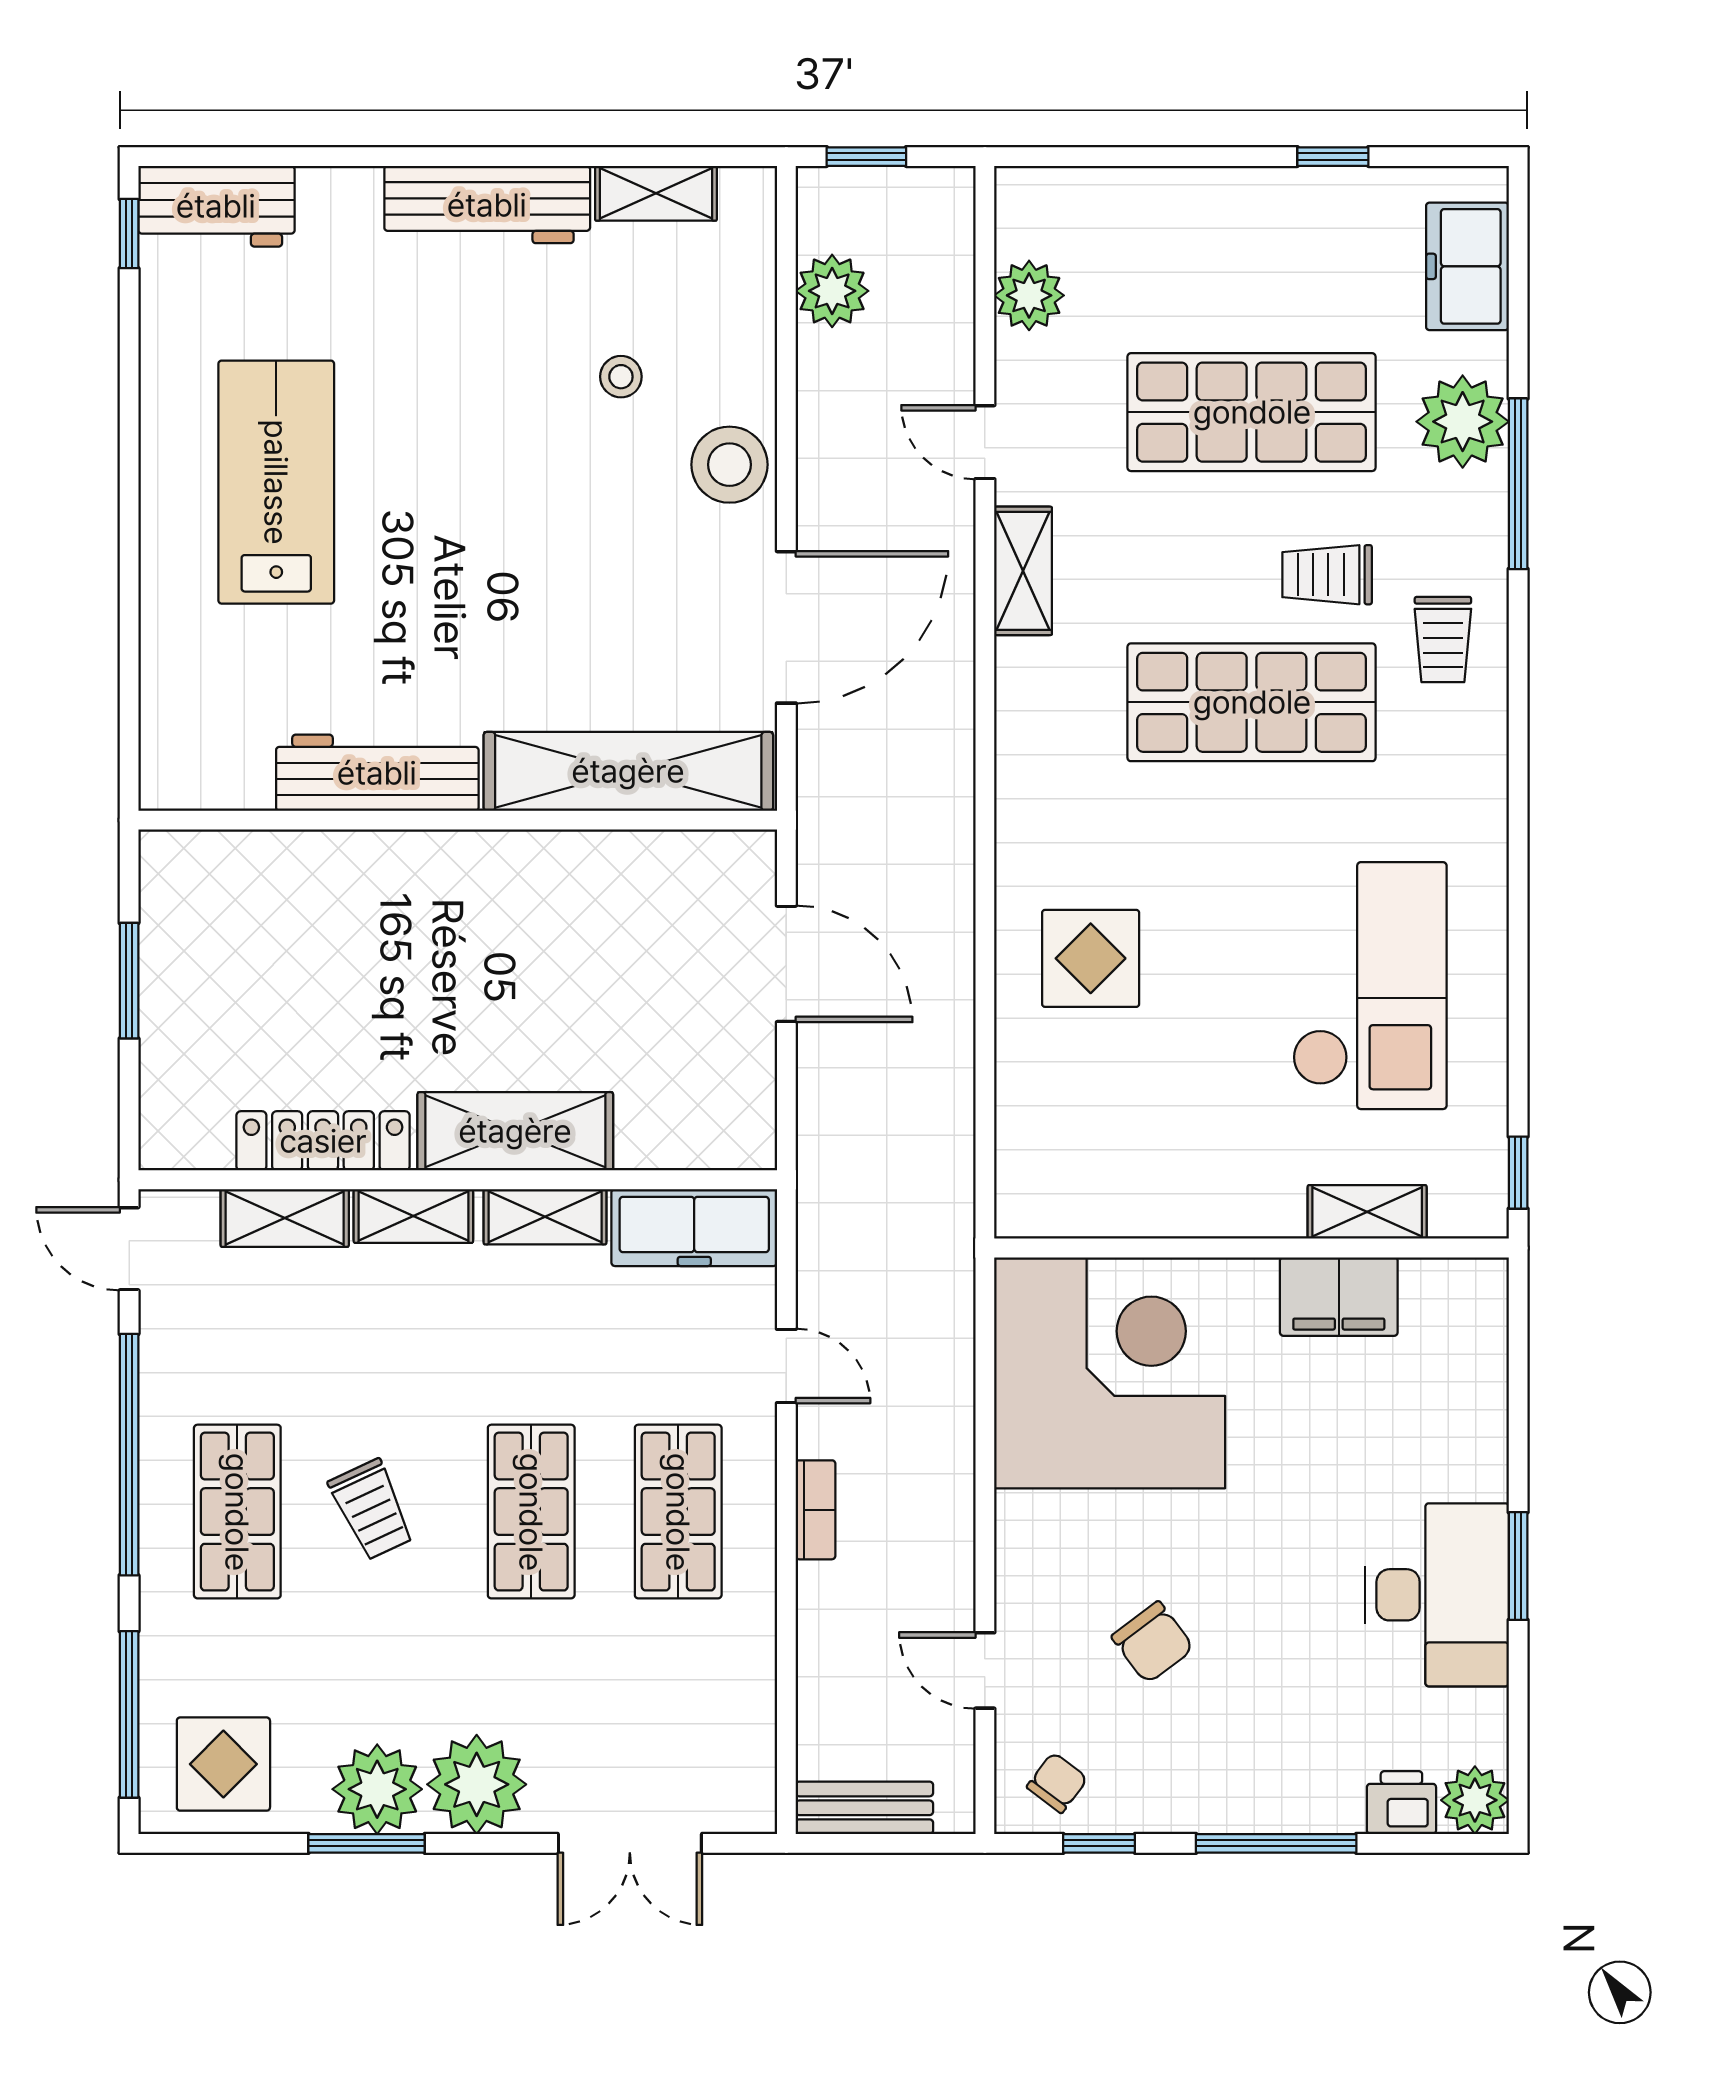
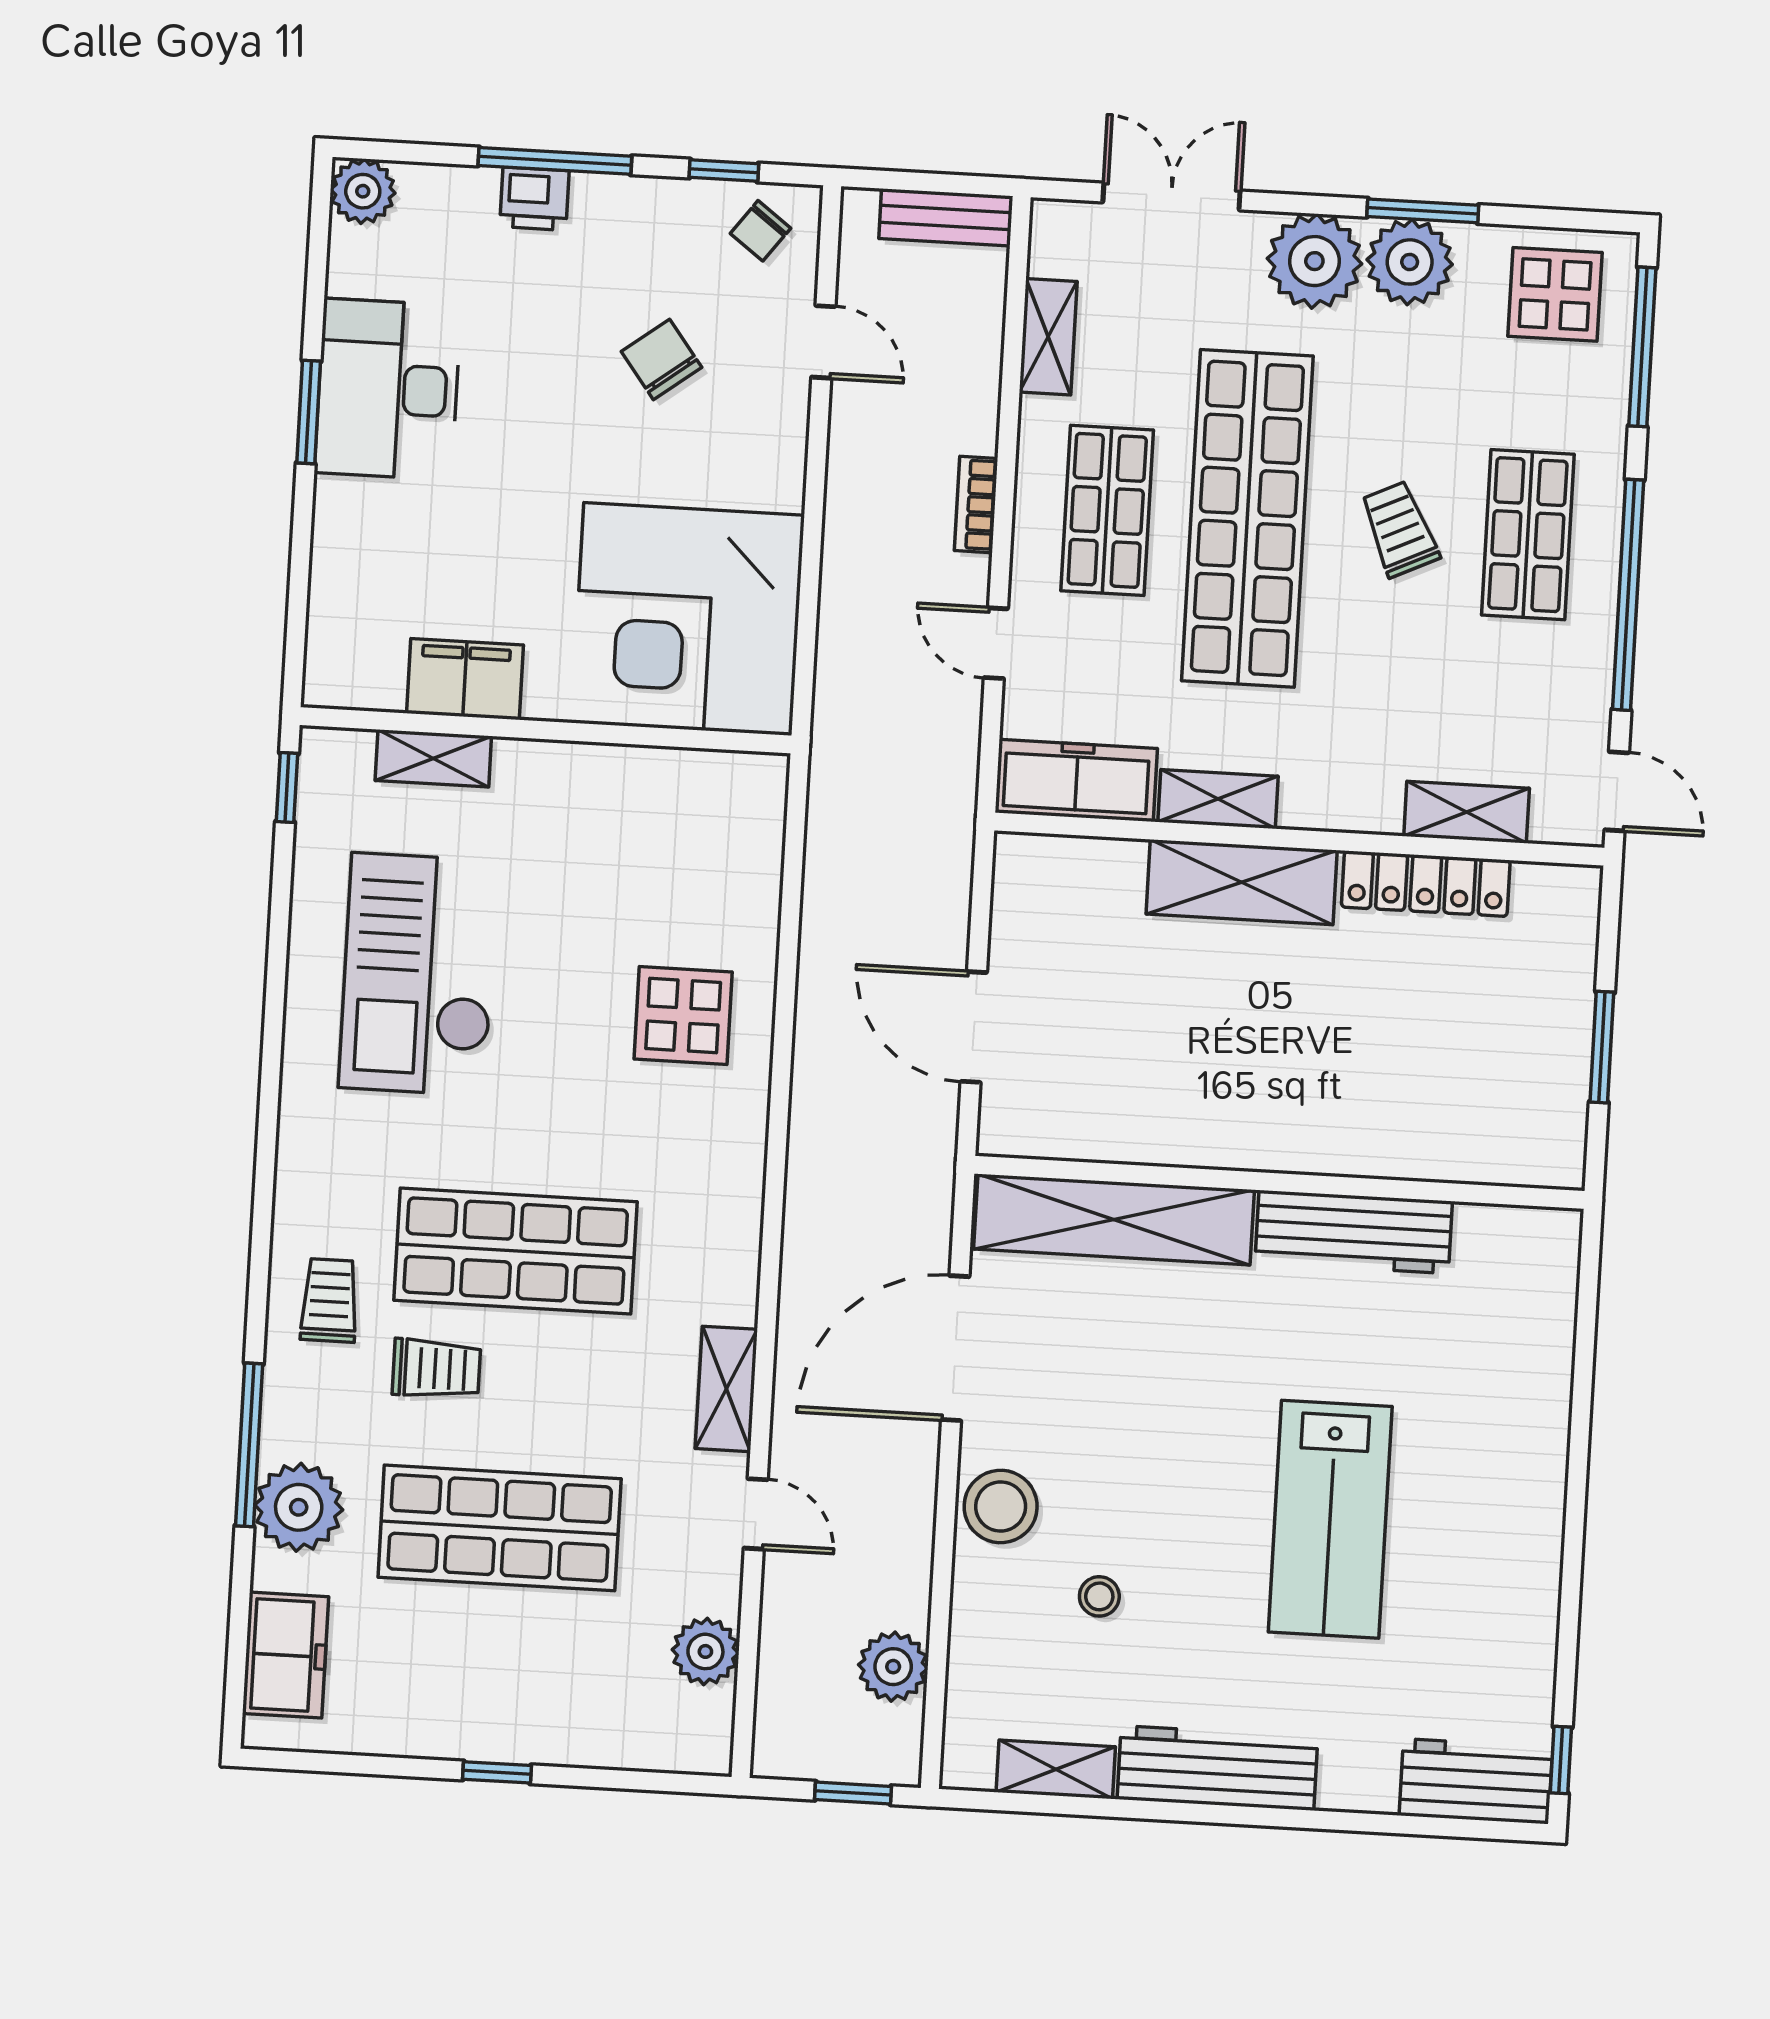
window: (1333, 157) -> (497, 1772), moved
lab bench: (276, 482) -> (1330, 1519), moved
shelving: (413, 1216) -> (1048, 337), moved, turned 90
shop shelf: (531, 1512) -> (1247, 518), width x2.00, depth x1.36
printer: (1401, 1803) -> (534, 199), moved

